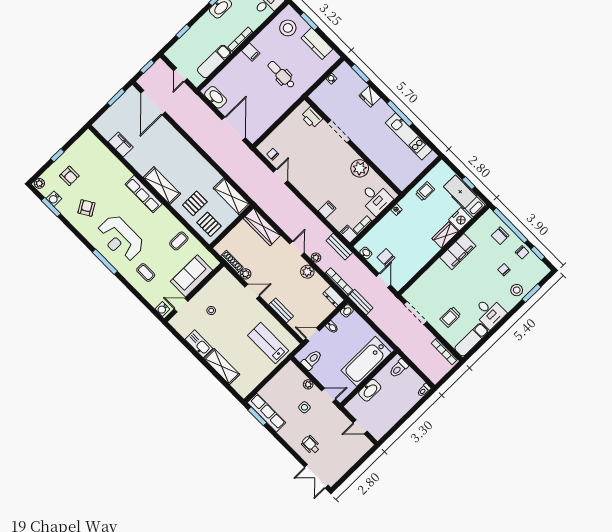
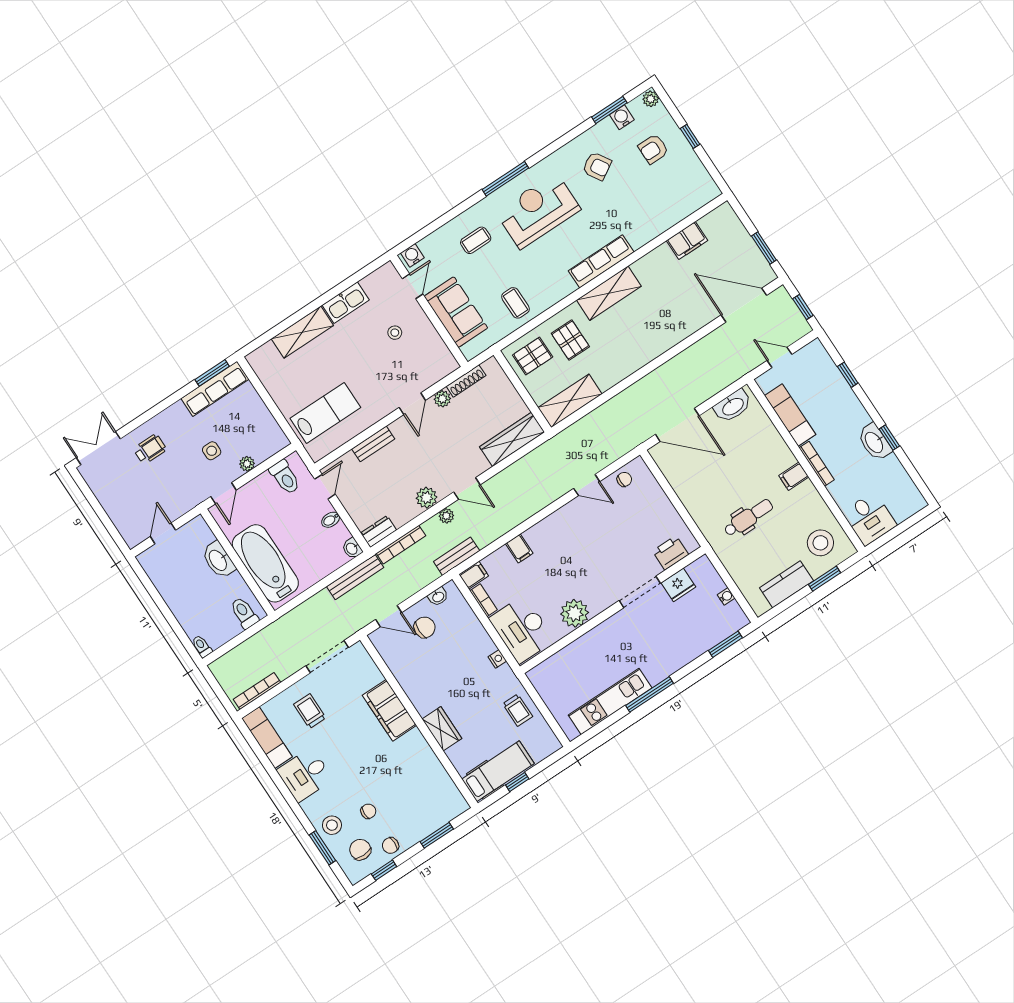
fridge: (370, 97) -> (678, 585), moved, turned 180
desk: (376, 198) -> (522, 629), width x1.37
nightstand: (460, 219) -> (462, 757), removed
window: (510, 225) -> (437, 835), width x0.47
chair: (500, 236) -> (360, 850), moved
filing cabinet: (458, 252) -> (389, 710), moved
bench: (360, 302) -> (355, 577), width x1.36

